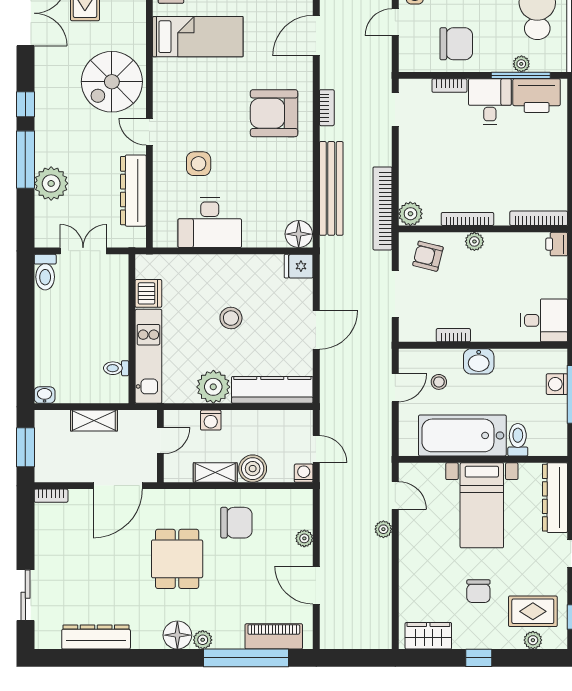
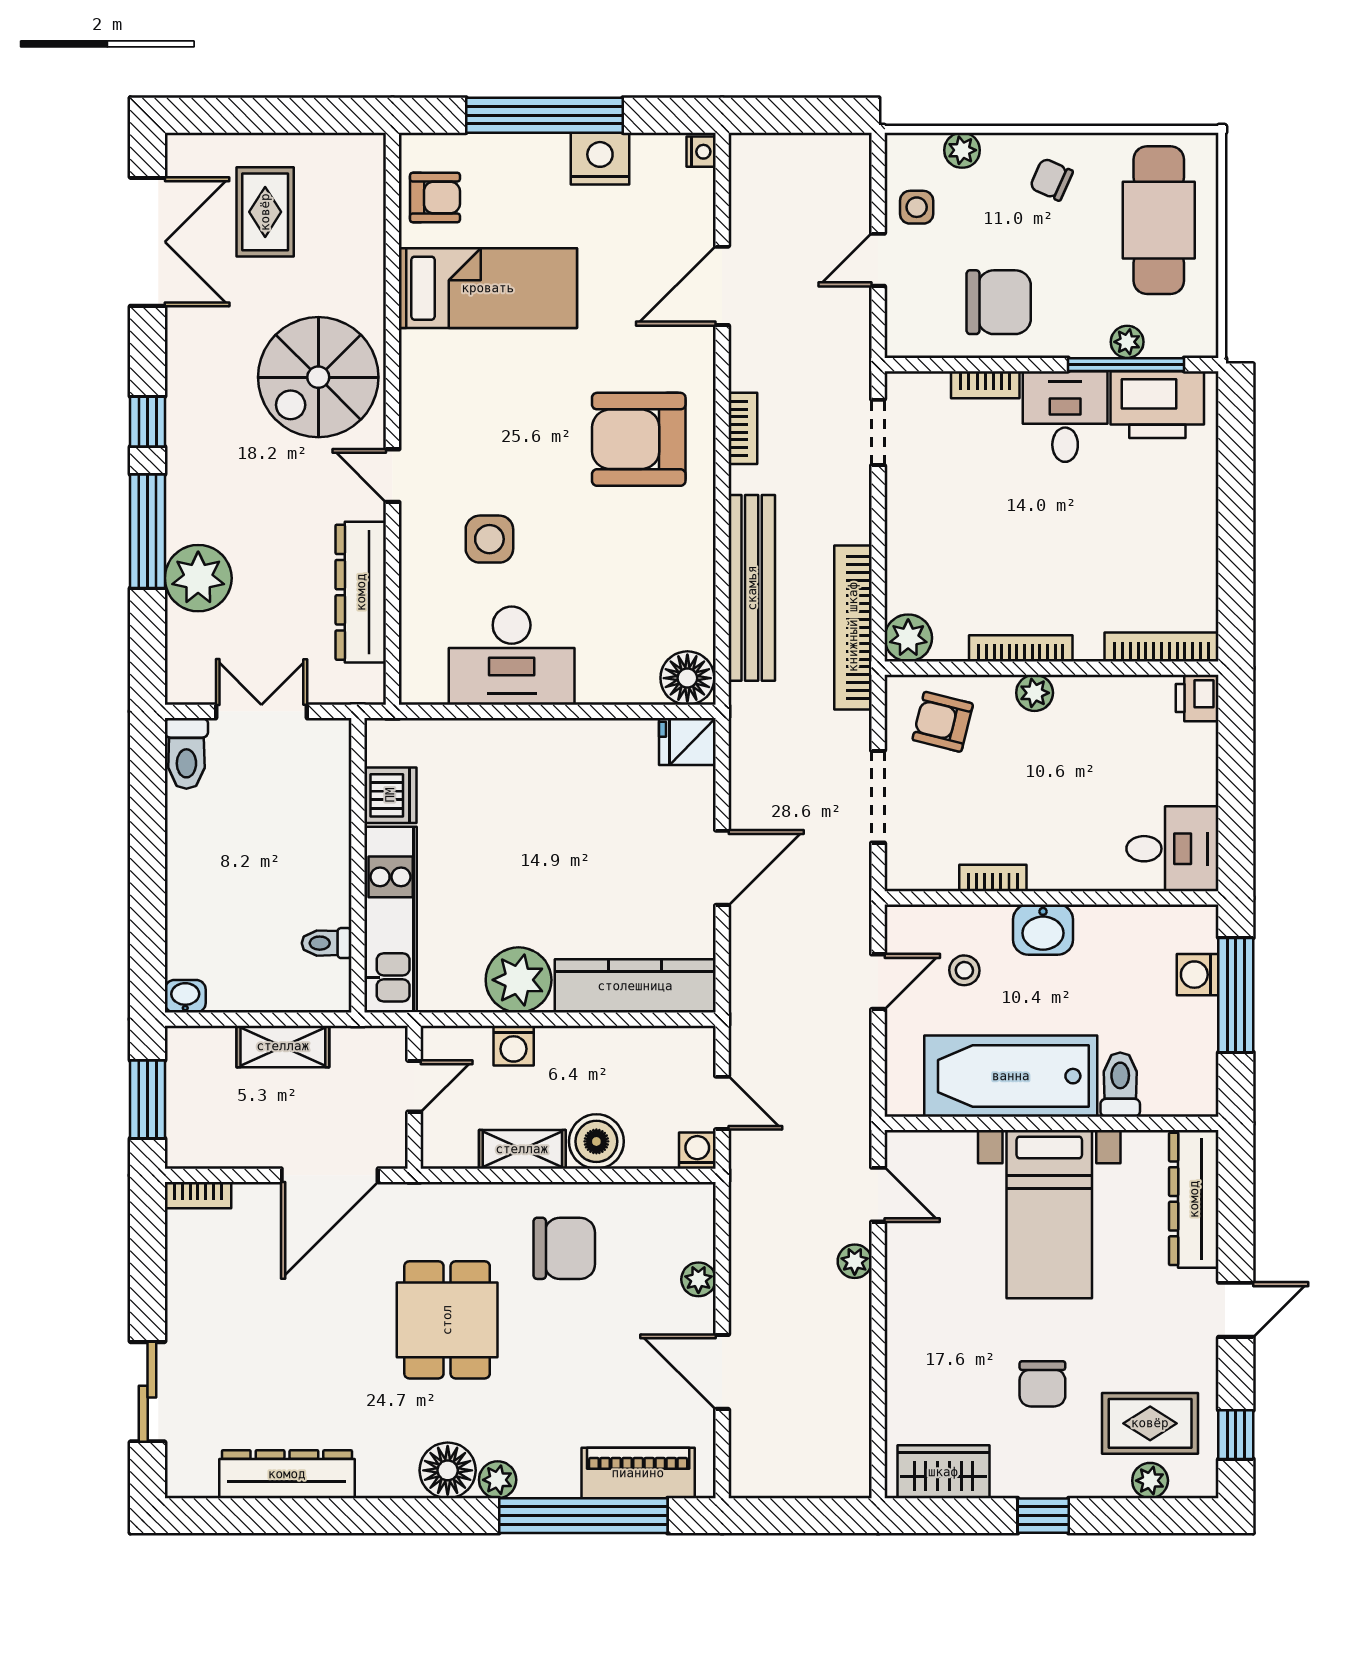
stool: (231, 318) -> (553, 844), removed

